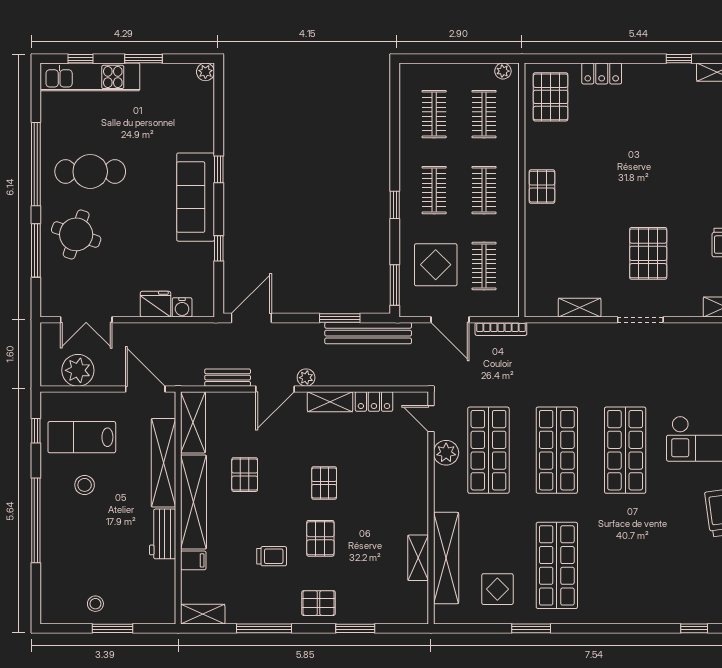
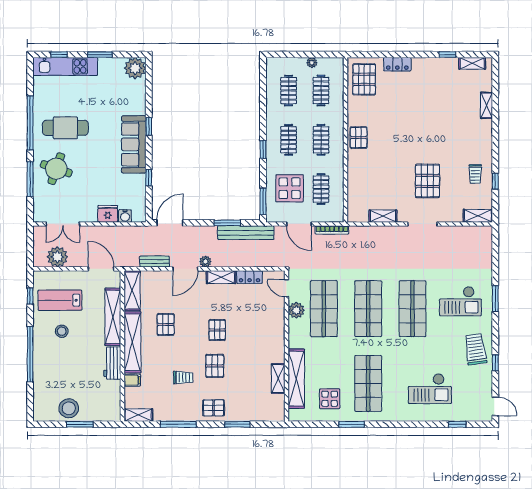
plant: (503, 71) -> (312, 63), moved
plant: (205, 72) -> (135, 68), width x1.88, depth x1.88
checkout: (652, 574) -> (430, 389), added
stool: (95, 604) -> (69, 408), width x1.89, depth x1.89

